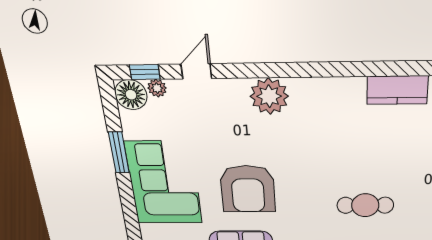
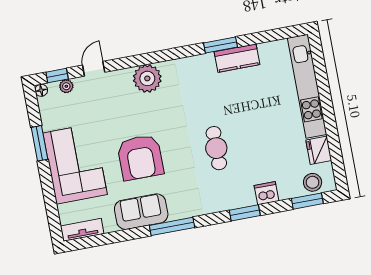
window: (378, 69) -> (221, 45), added
floor lamp: (131, 95) -> (41, 90), width x0.53, depth x0.53
cafe table: (365, 205) -> (216, 148), moved, turned 90

